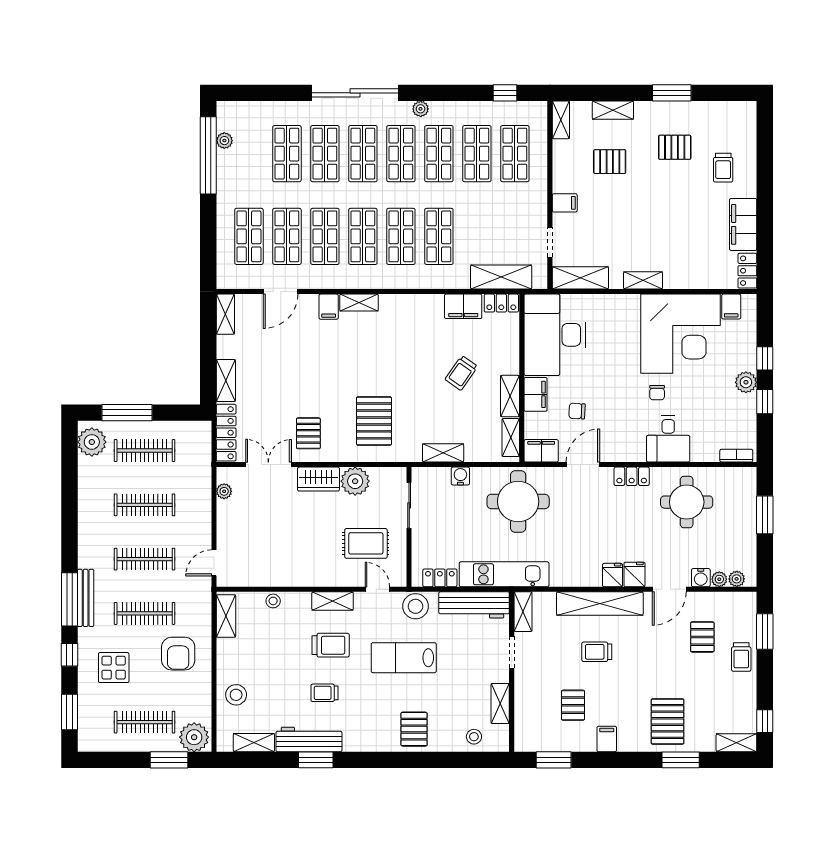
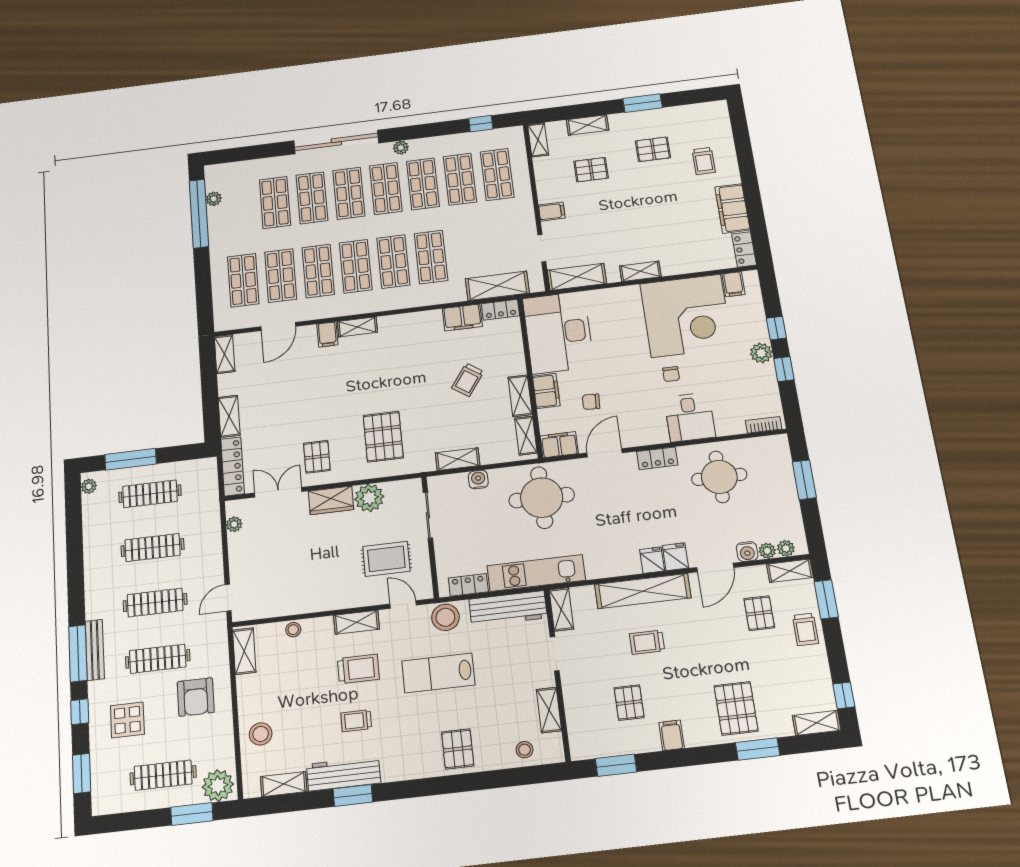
plant: (92, 442) -> (89, 486), width x0.53, depth x0.53
shelving: (737, 601) -> (790, 571), added

